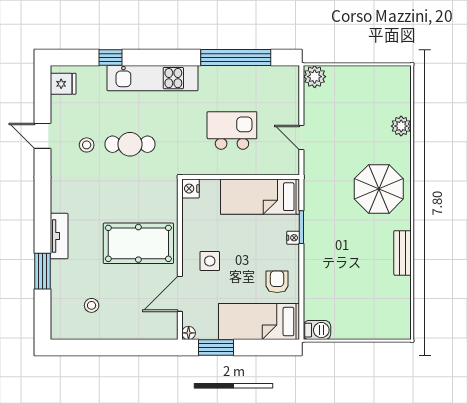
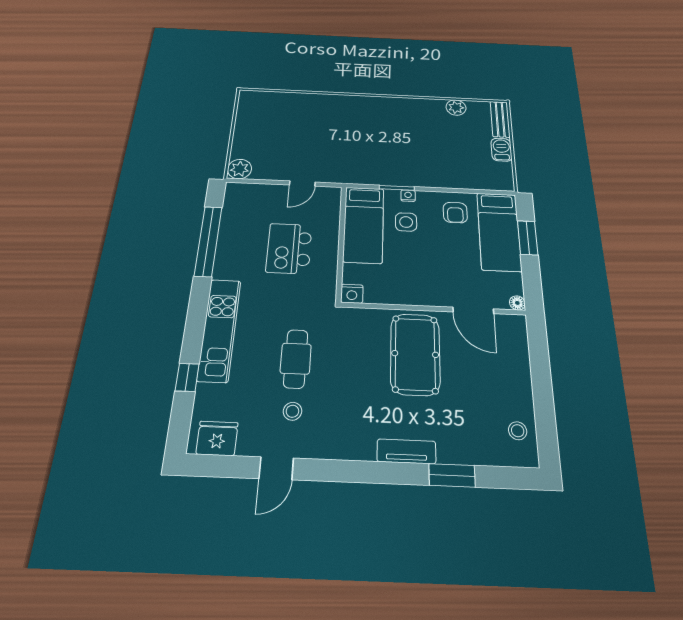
fridge: (63, 84) -> (217, 438), width x1.38
plant: (401, 126) -> (456, 108), moved
parasol: (379, 189) -> (359, 121), removed
bench: (403, 253) -> (500, 119), moved, turned 90
side table: (210, 261) -> (406, 222), moved
armchair: (277, 282) -> (455, 213), turned -90
stool: (92, 305) -> (518, 431), moved
barbecue: (317, 330) -> (502, 150), moved
window: (216, 348) -> (528, 238), moved

